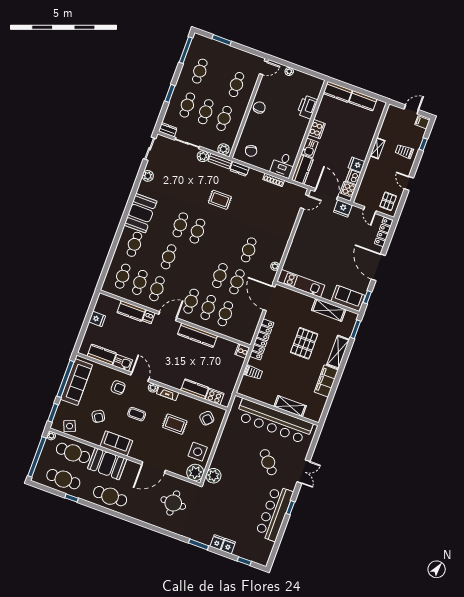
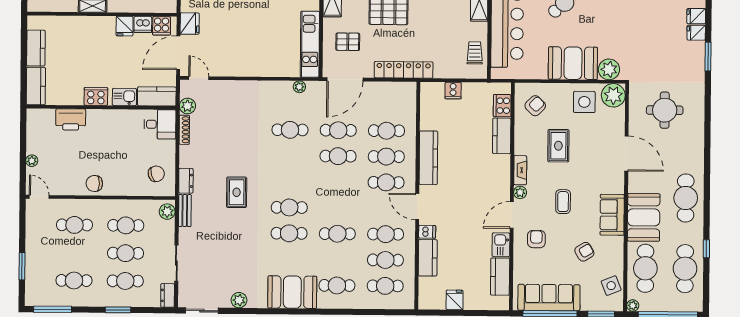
plant: (203, 156) -> (187, 106), moved
pallet: (293, 309) -> (348, 42), added
cooker: (242, 351) -> (453, 90), moved
trolley: (254, 372) -> (475, 53), moved
booth: (226, 453) -> (573, 63), added

